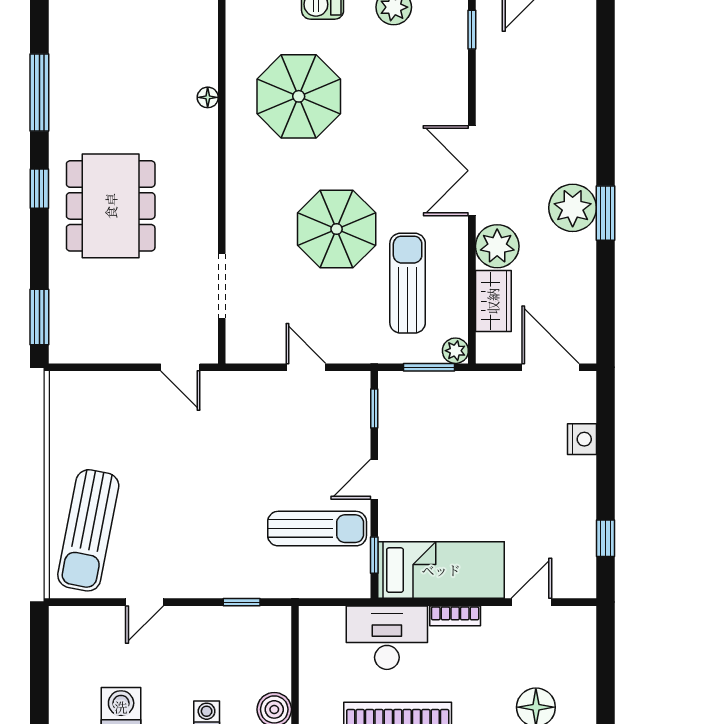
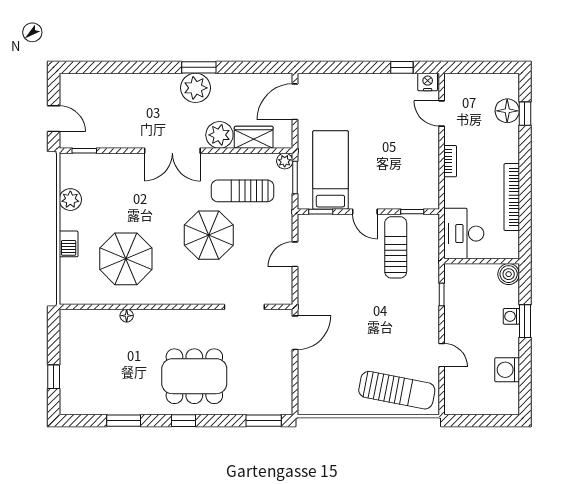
window: (39, 92) -> (124, 421), width x0.69
door: (180, 367) -> (295, 333), width x1.38
nightstand: (582, 439) -> (428, 82), moved
bed: (441, 570) -> (330, 170), moved
desk: (387, 638) -> (464, 234), moved

